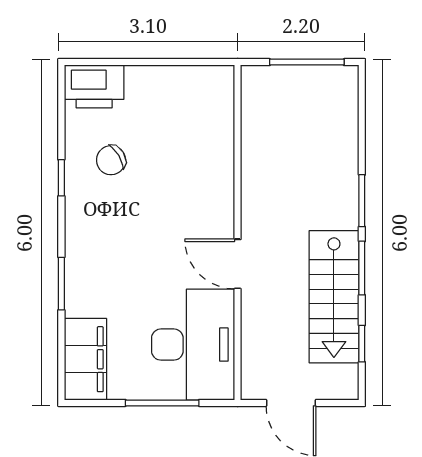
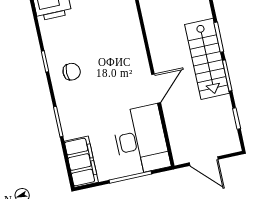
chair: (111, 160) -> (72, 72), moved, turned -149
door: (238, 264) -> (156, 89), swing flipped
stairs: (334, 297) -> (207, 59), moved

